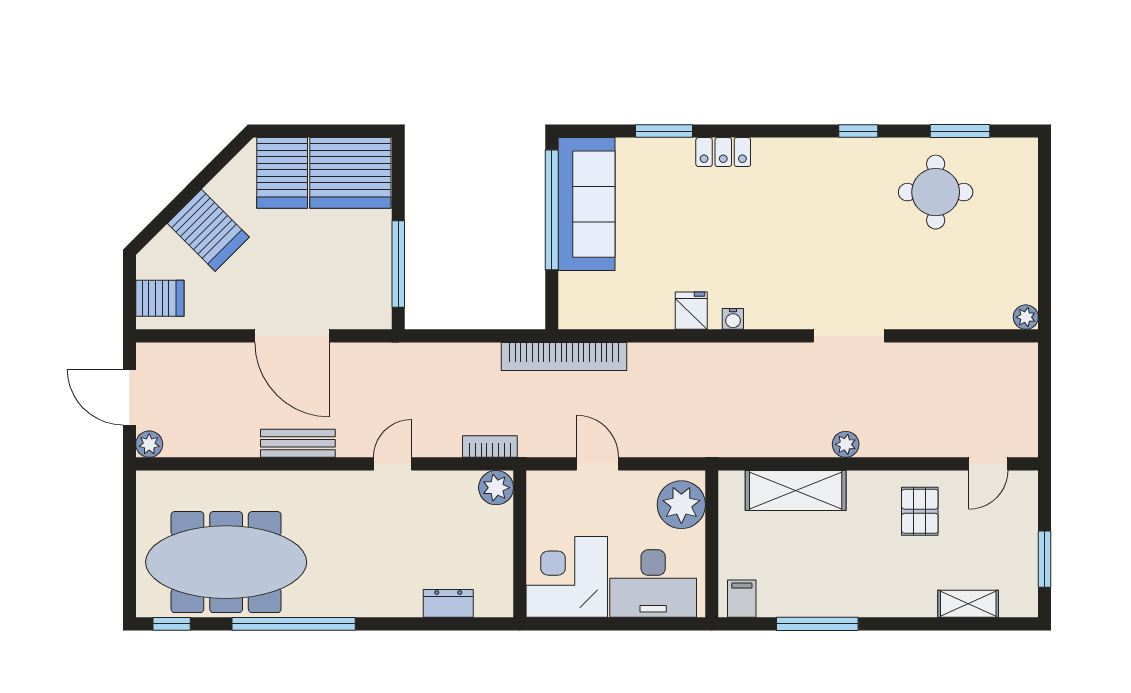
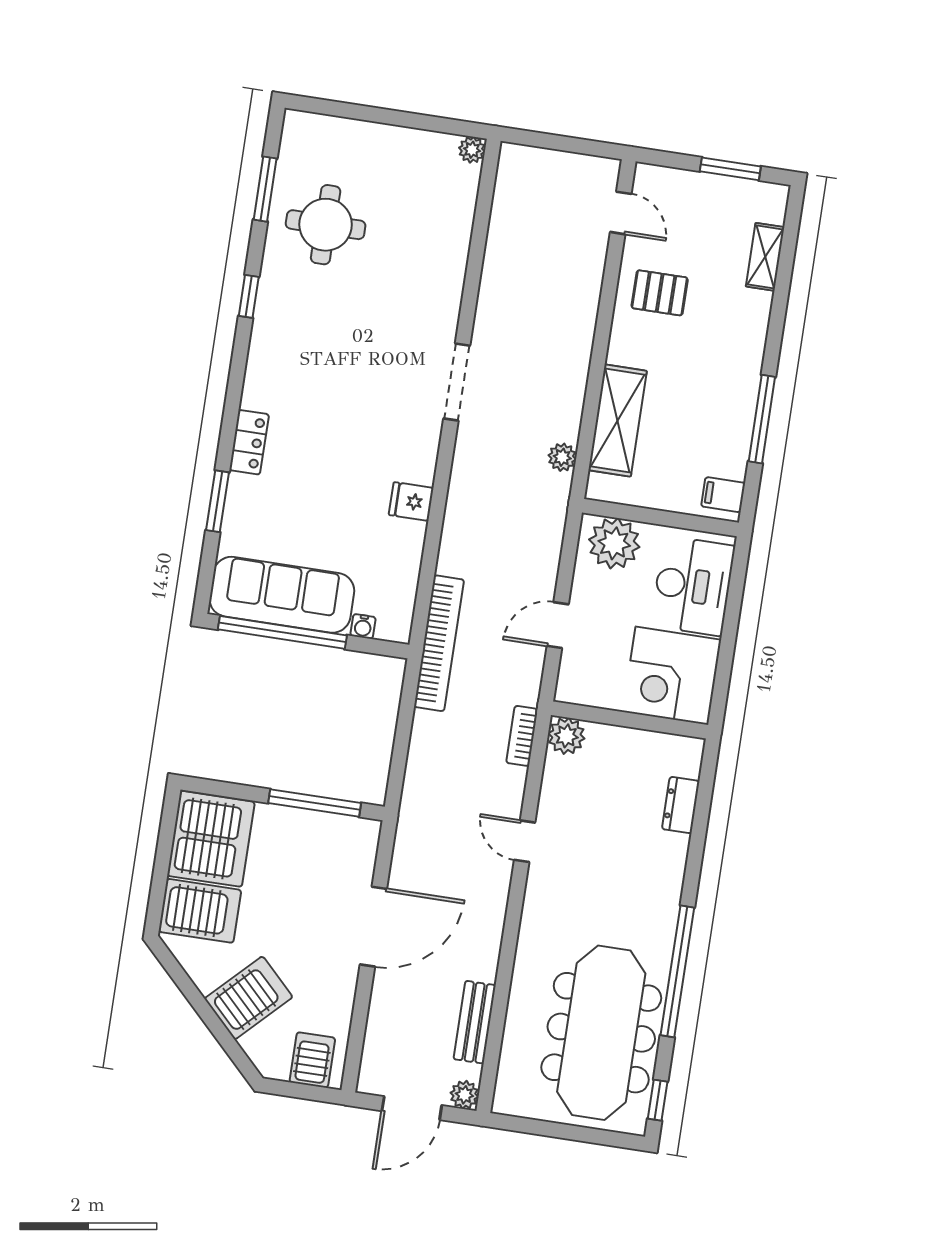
water cooler: (733, 319) -> (363, 626), moved, turned 90
doorway: (849, 336) -> (457, 382), moved
bench: (298, 443) -> (475, 1022), moved
plant: (846, 444) -> (562, 457), moved

